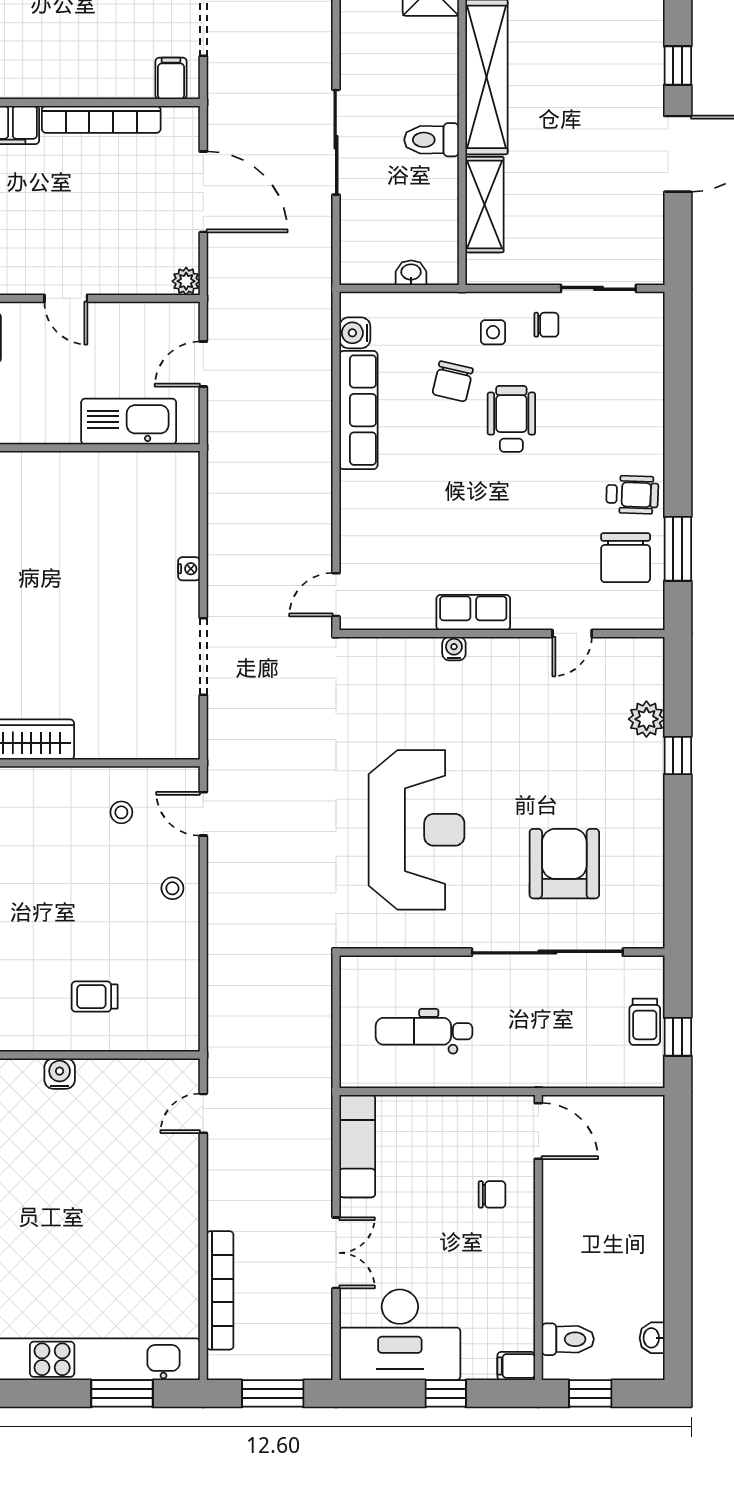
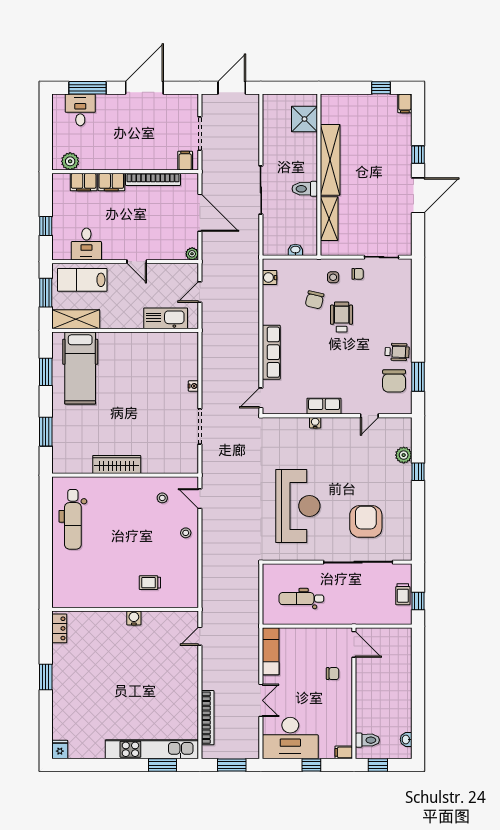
row of seats: (358, 410) -> (271, 352), moved

